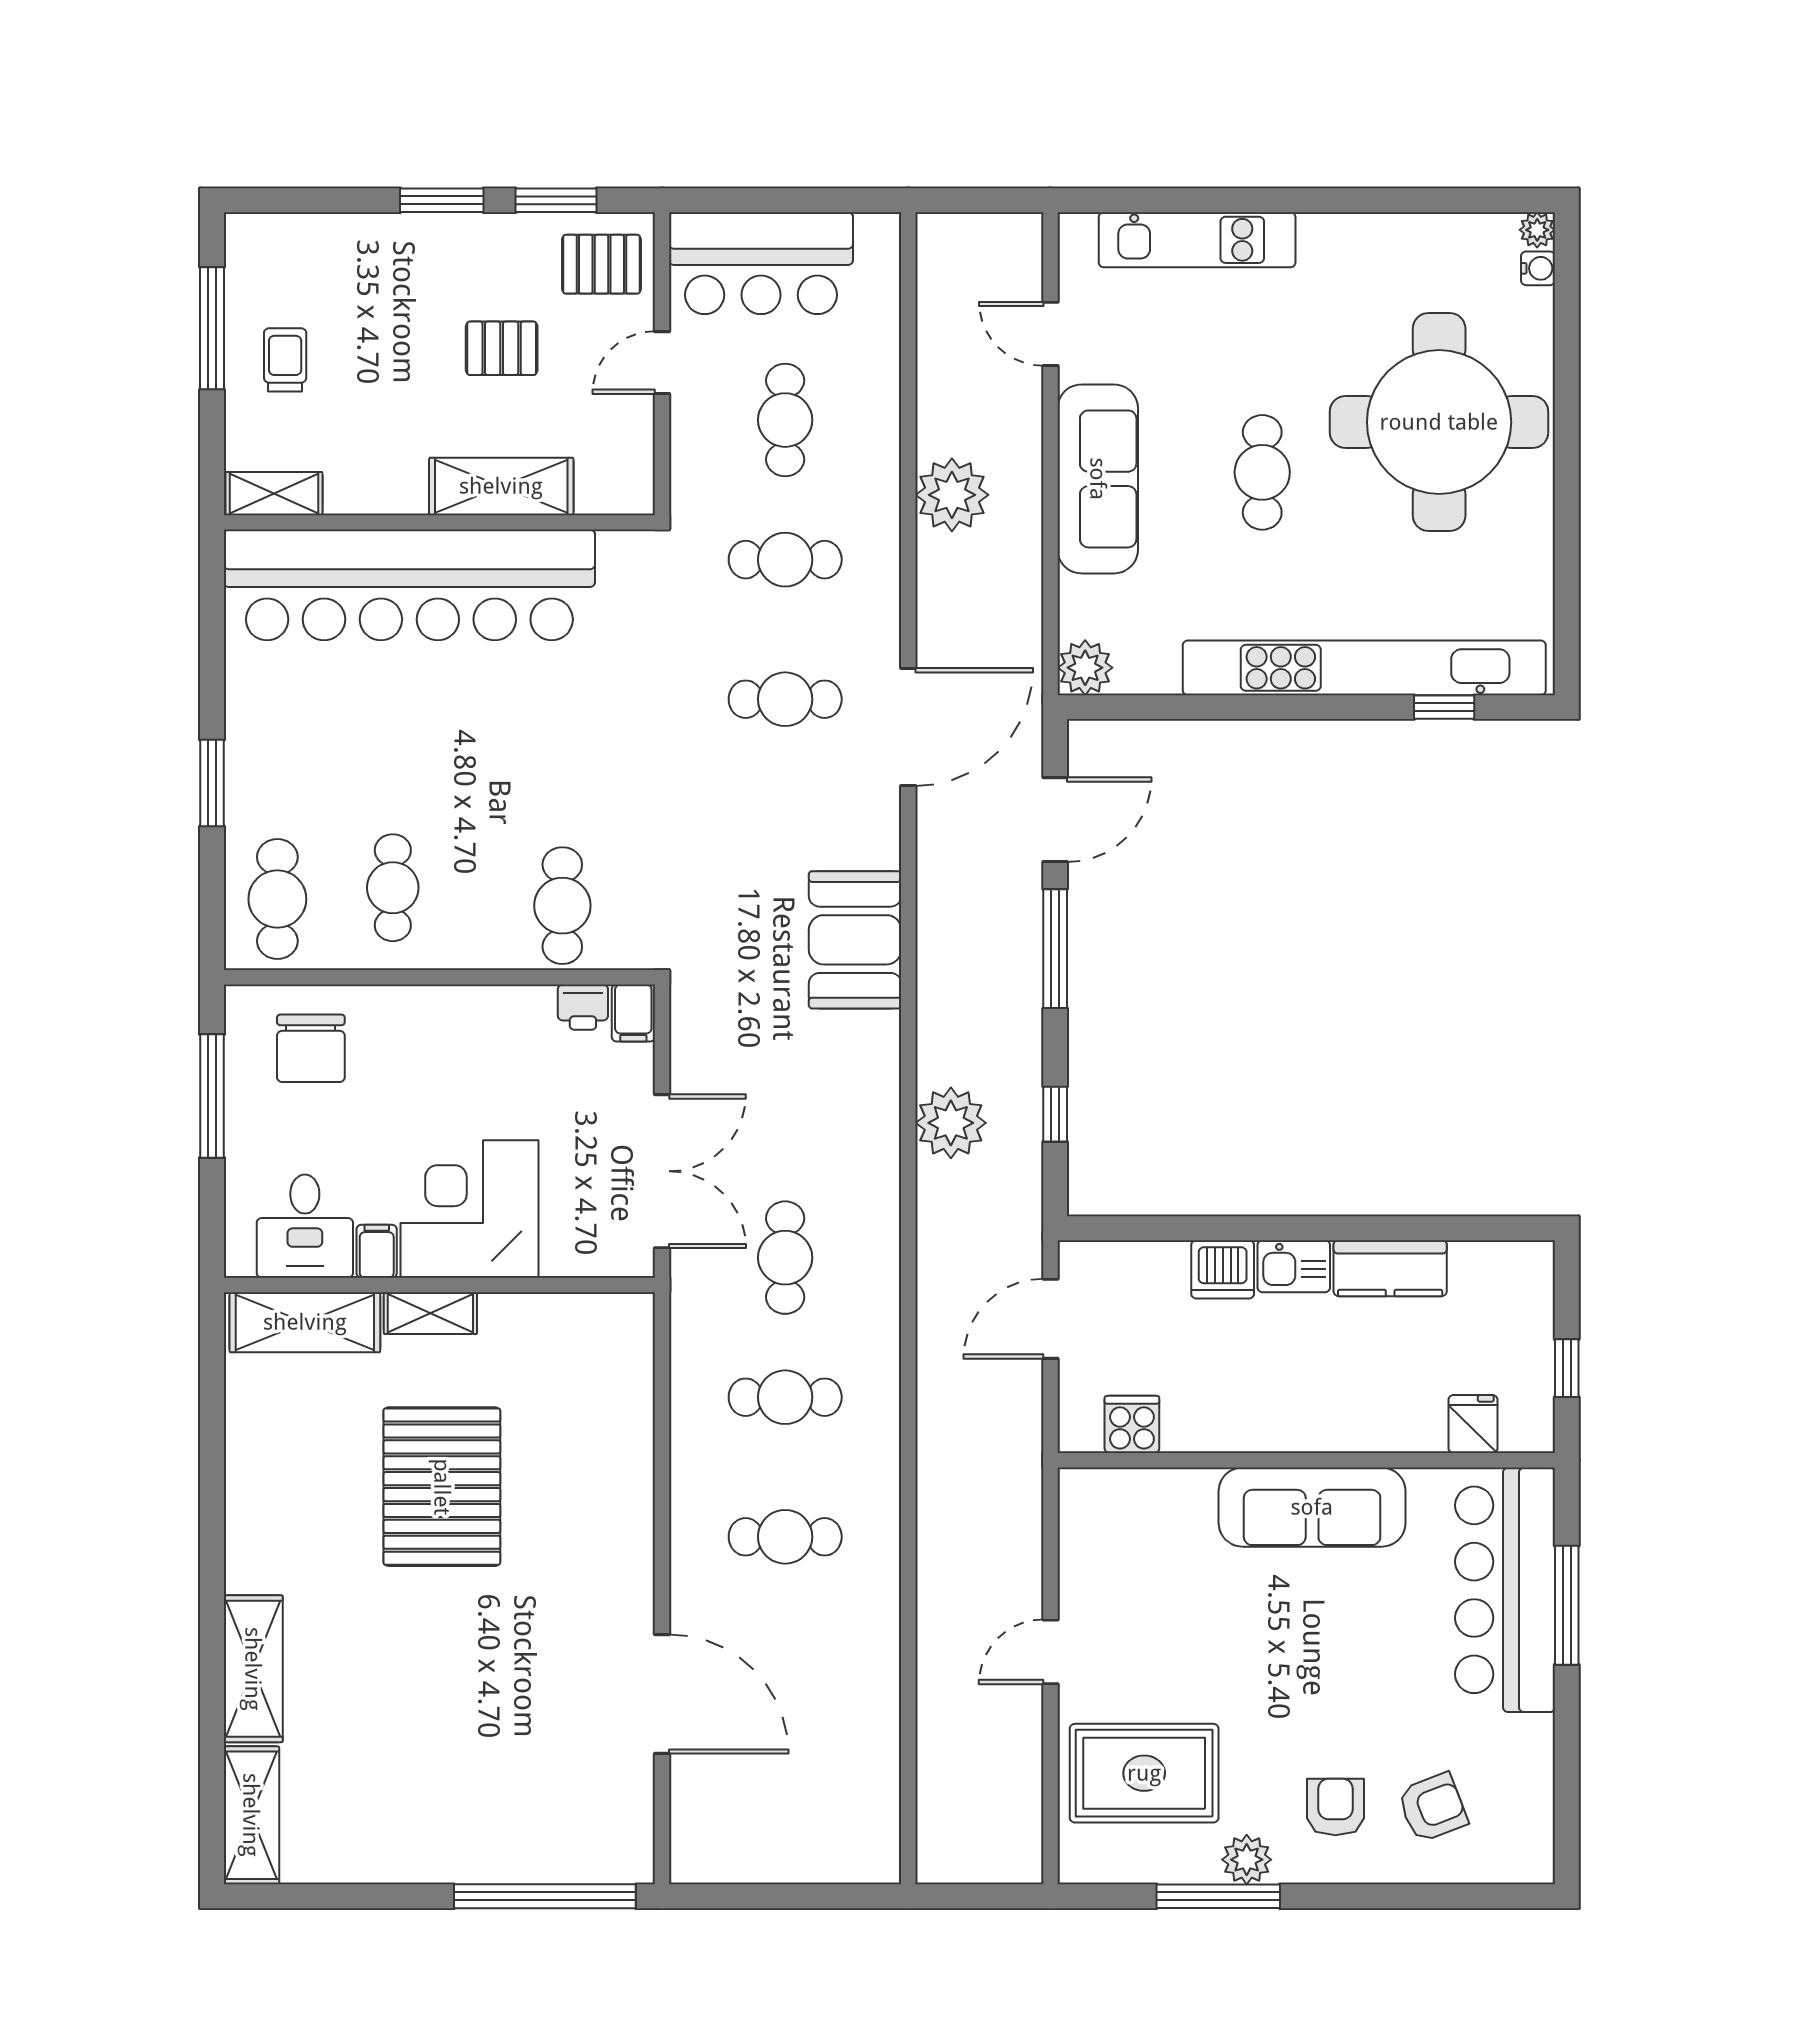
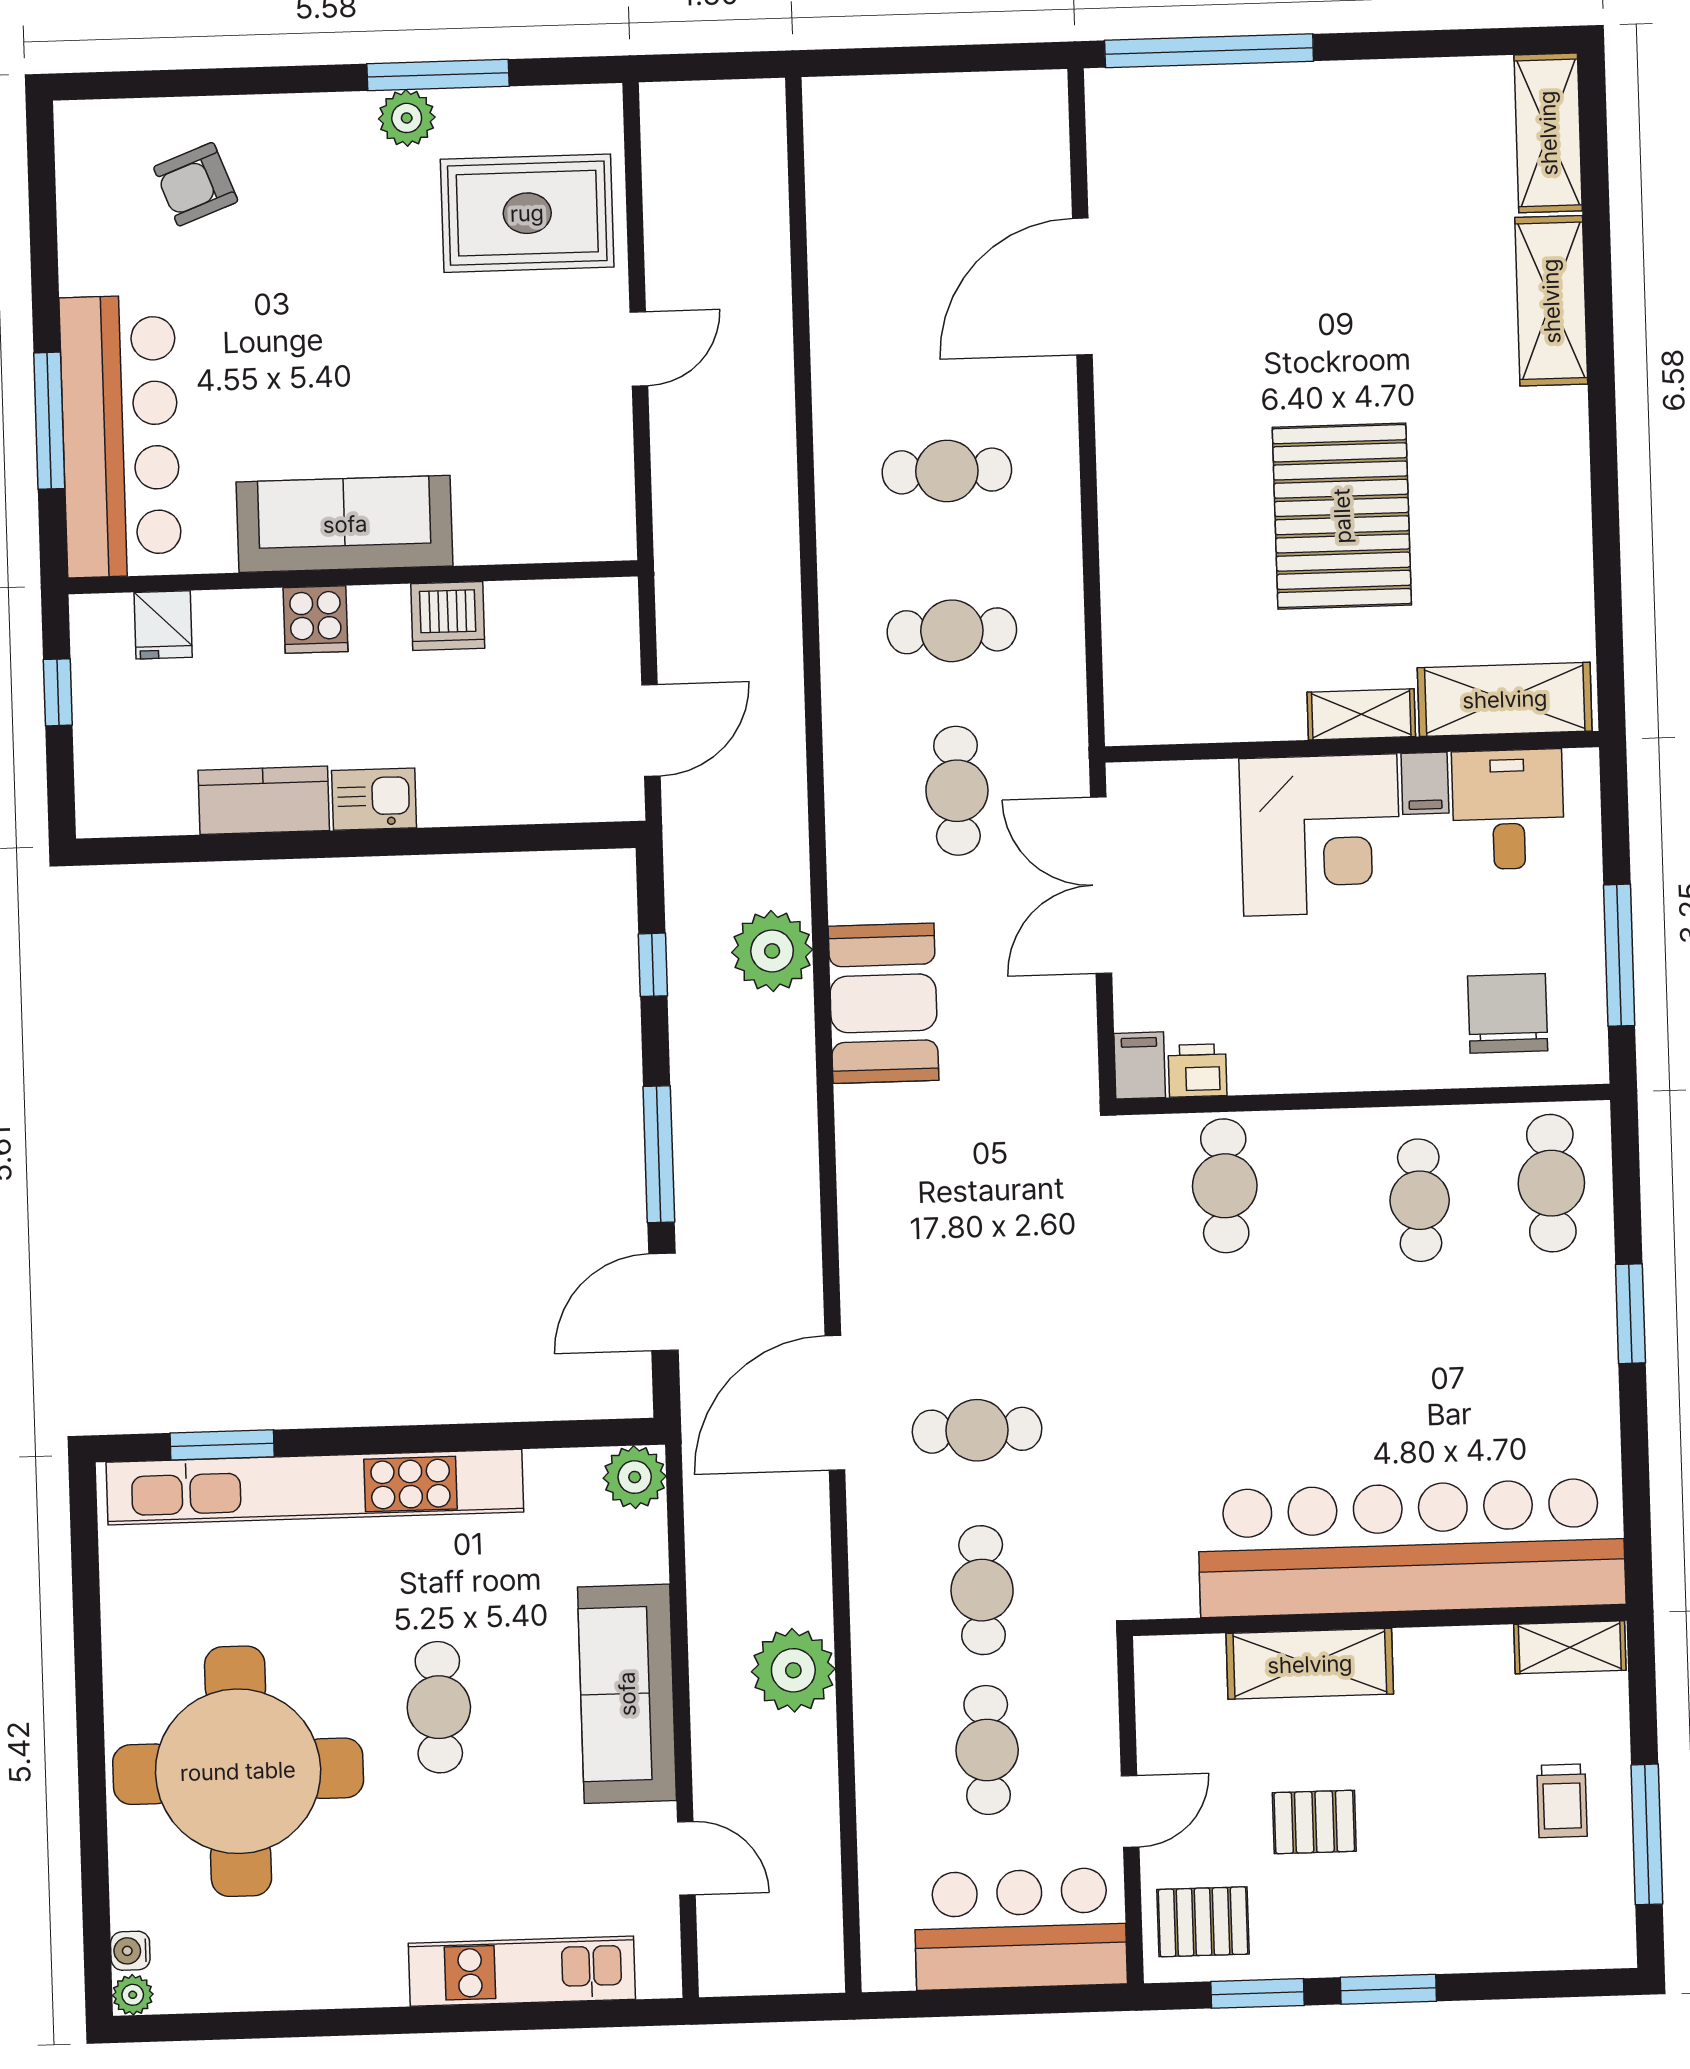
cafe table: (785, 560) -> (982, 1590), turned 90
window: (1444, 707) -> (222, 1445), width x1.50
booth: (855, 940) -> (883, 1003), moved
dishwasher: (1223, 1269) -> (448, 616), moved, turned 180
cooker: (1132, 1424) -> (315, 620), moved
door: (662, 1694) -> (1082, 287), hinge flipped
armchair: (1335, 1807) -> (307, 181), removed

